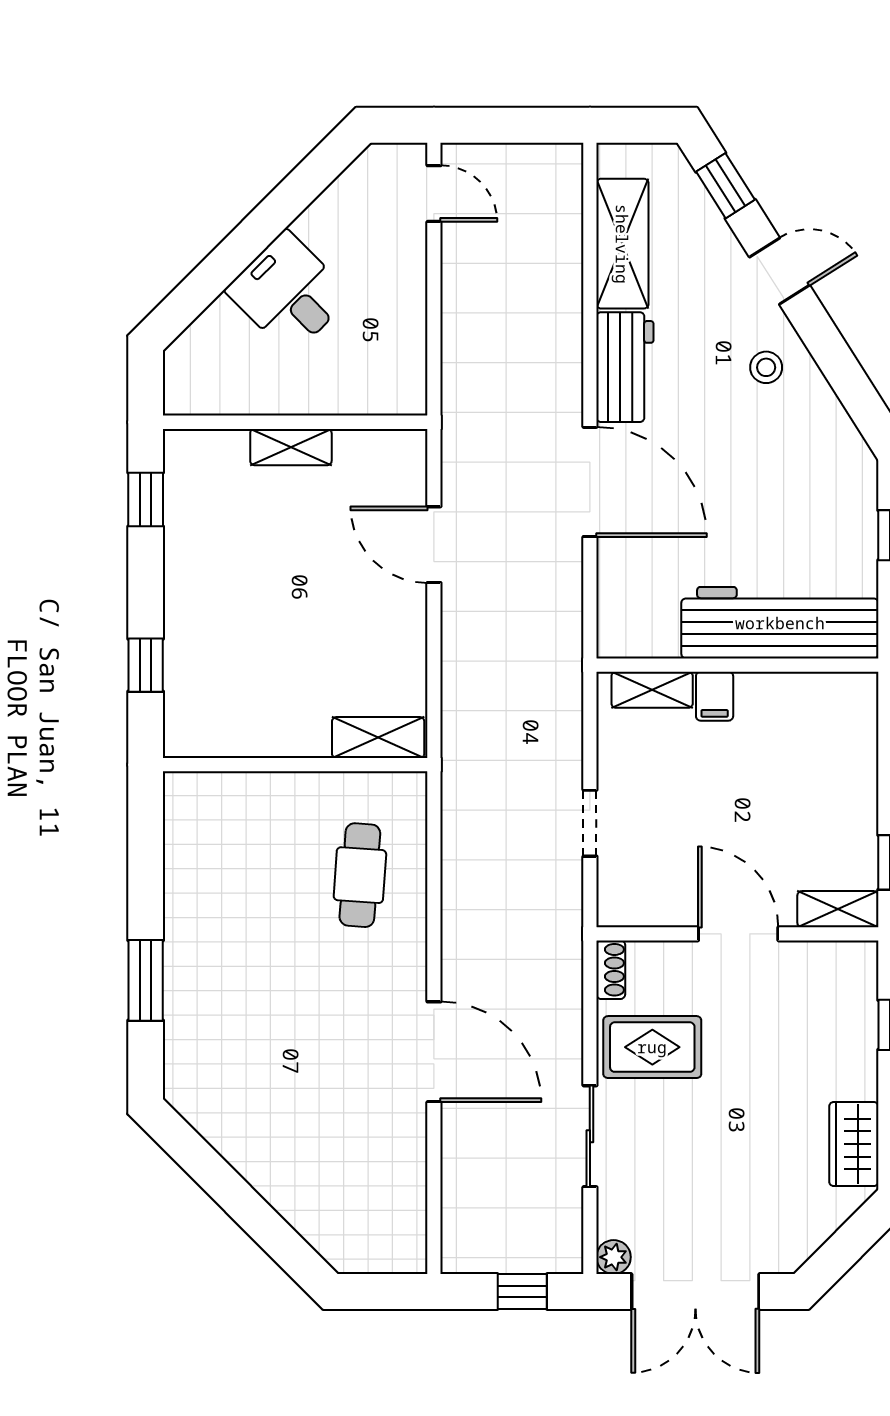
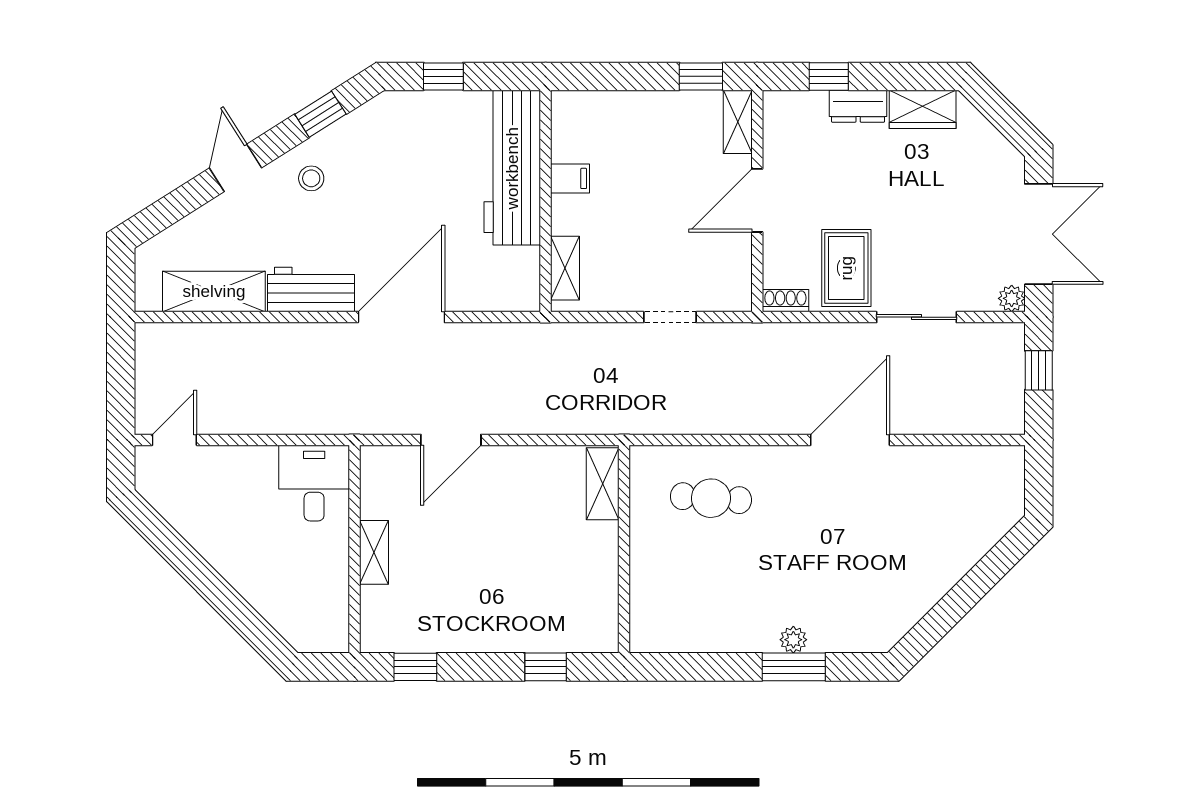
window: (725, 186) -> (320, 114), moved
desk: (289, 293) -> (314, 483), moved, turned 135
filing cabinet: (715, 696) -> (570, 178), moved
plant: (180, 980) -> (793, 640), added
dresser: (858, 1062) -> (858, 106), added

